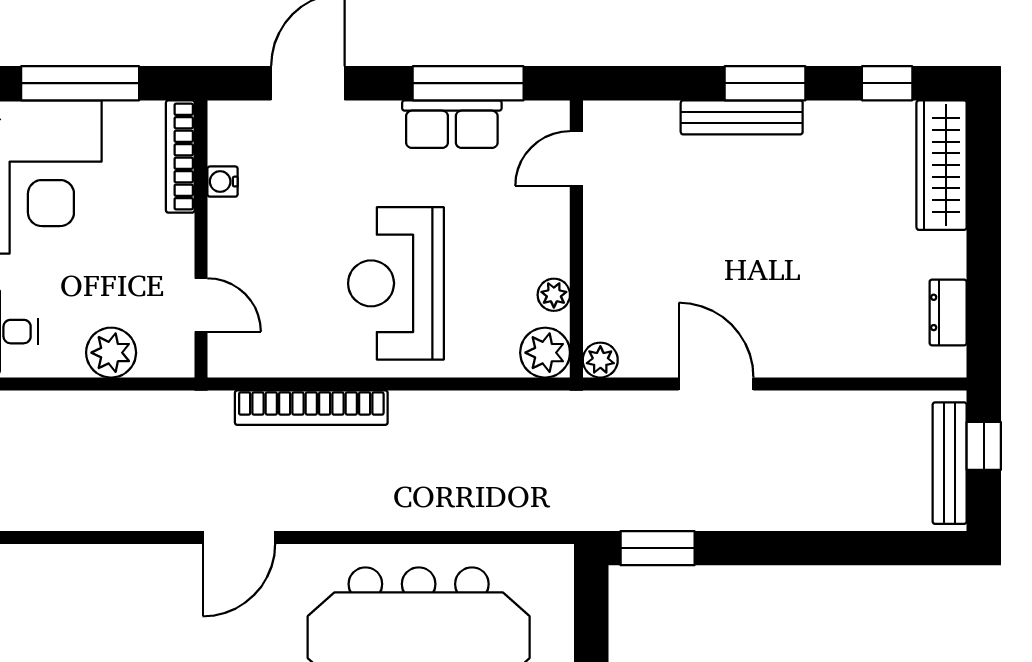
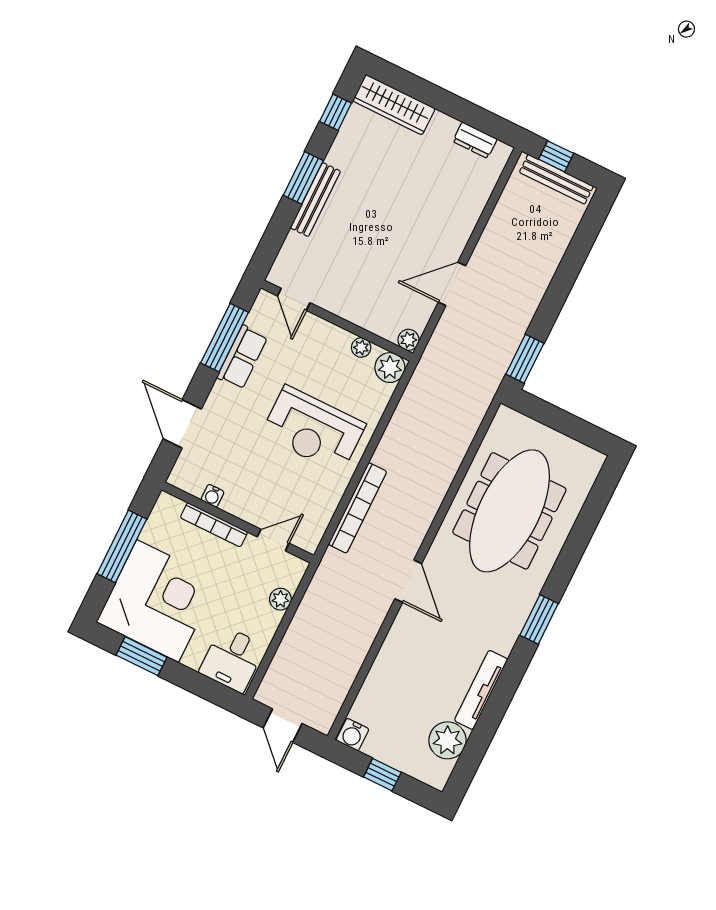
bookcase: (180, 156) -> (214, 525), moved
plant: (111, 353) -> (280, 599), width x0.73, depth x0.73

